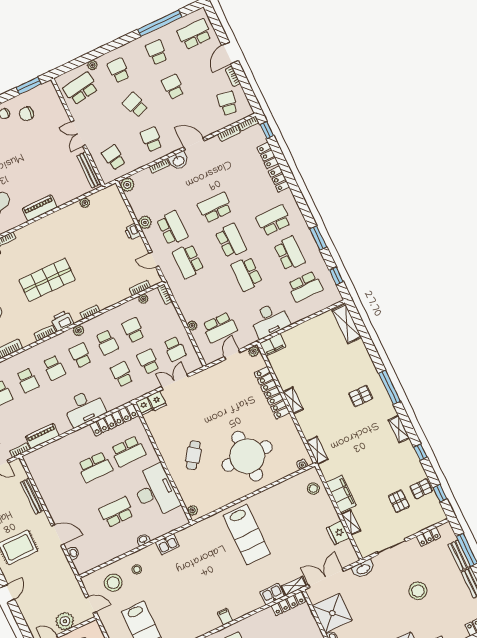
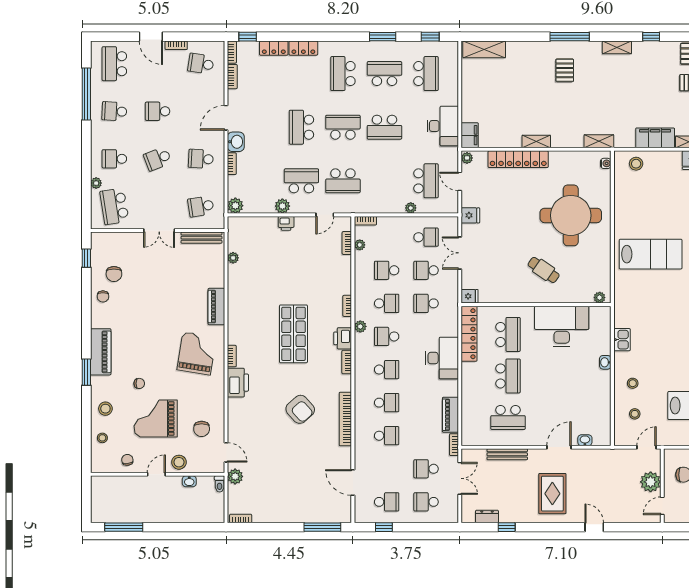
window: (29, 86) -> (86, 258), width x0.67
fridge: (157, 401) -> (470, 215), moved
school desk: (117, 512) -> (508, 417), moved, turned -90
stool: (113, 583) -> (635, 414), width x0.53, depth x0.53

